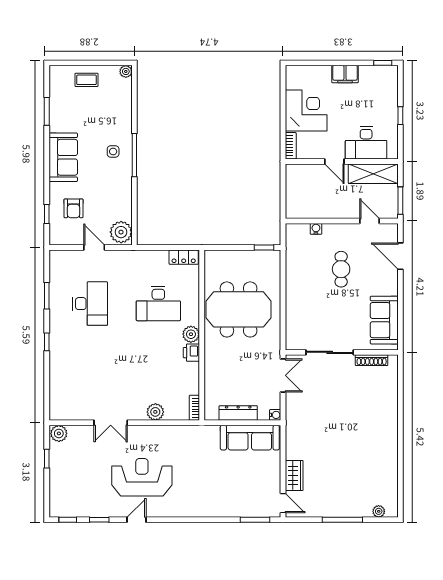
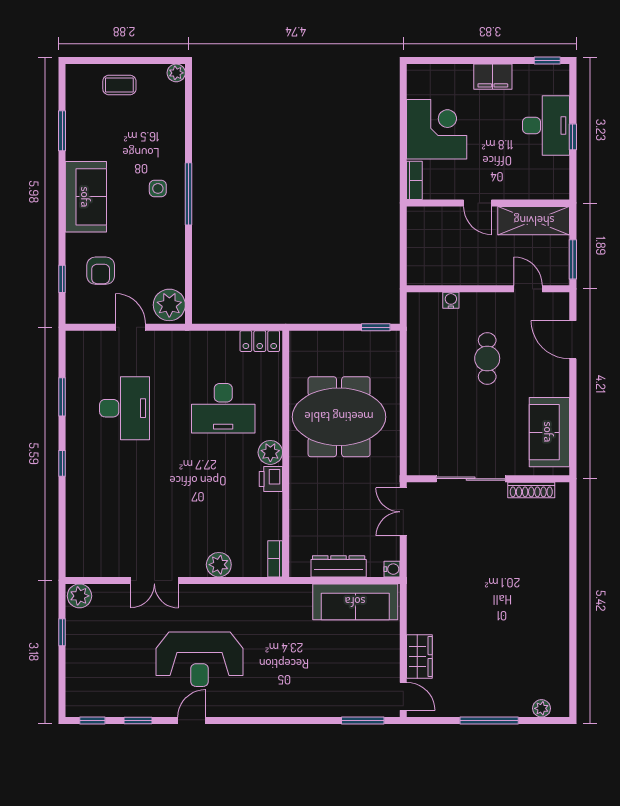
desk: (366, 143) -> (546, 126), moved, turned -90
double door: (283, 375) -> (403, 512), swing flipped
reception desk: (142, 477) -> (199, 659), turned 180

